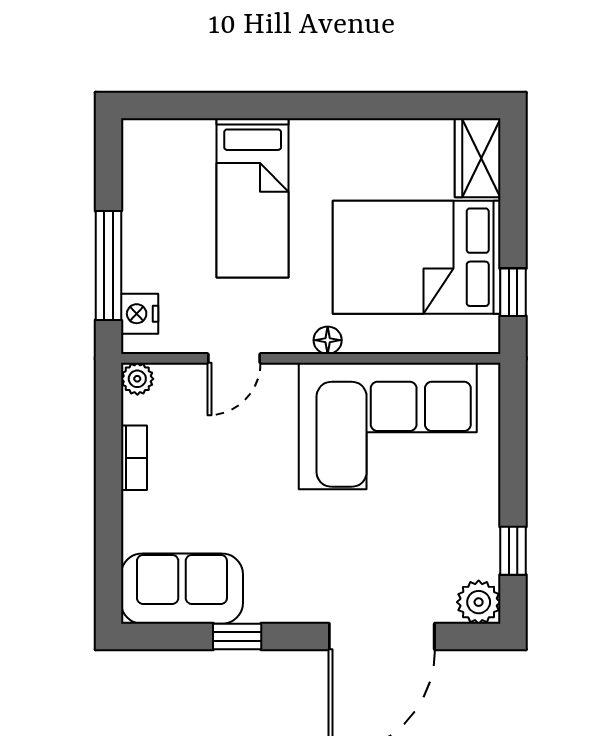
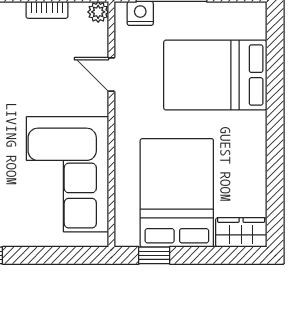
bed: (253, 198) -> (215, 75), width x1.50
floor lamp: (328, 340) -> (123, 135), removed

